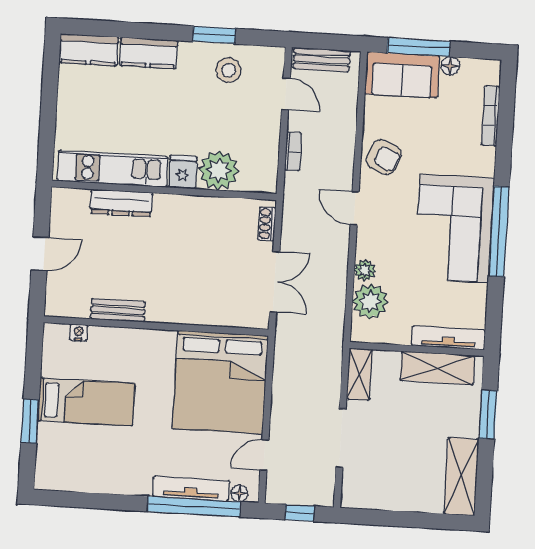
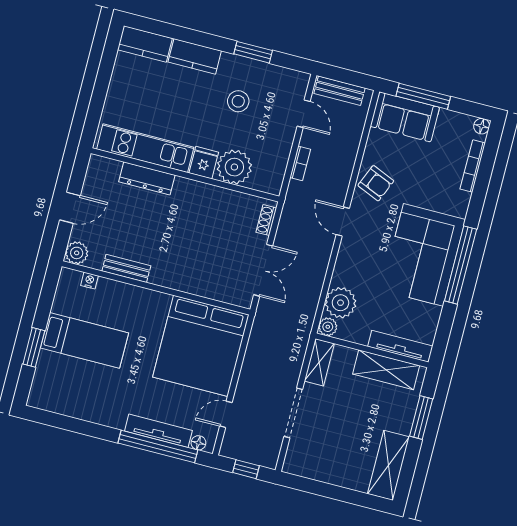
floor lamp: (450, 66) -> (482, 126), moved
stool: (229, 70) -> (238, 101), moved
plant: (365, 270) -> (328, 327), moved
plant: (58, 304) -> (77, 253), added

